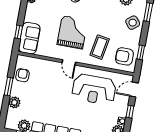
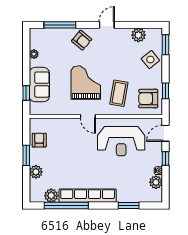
sofa: (29, 38) -> (39, 85), moved

